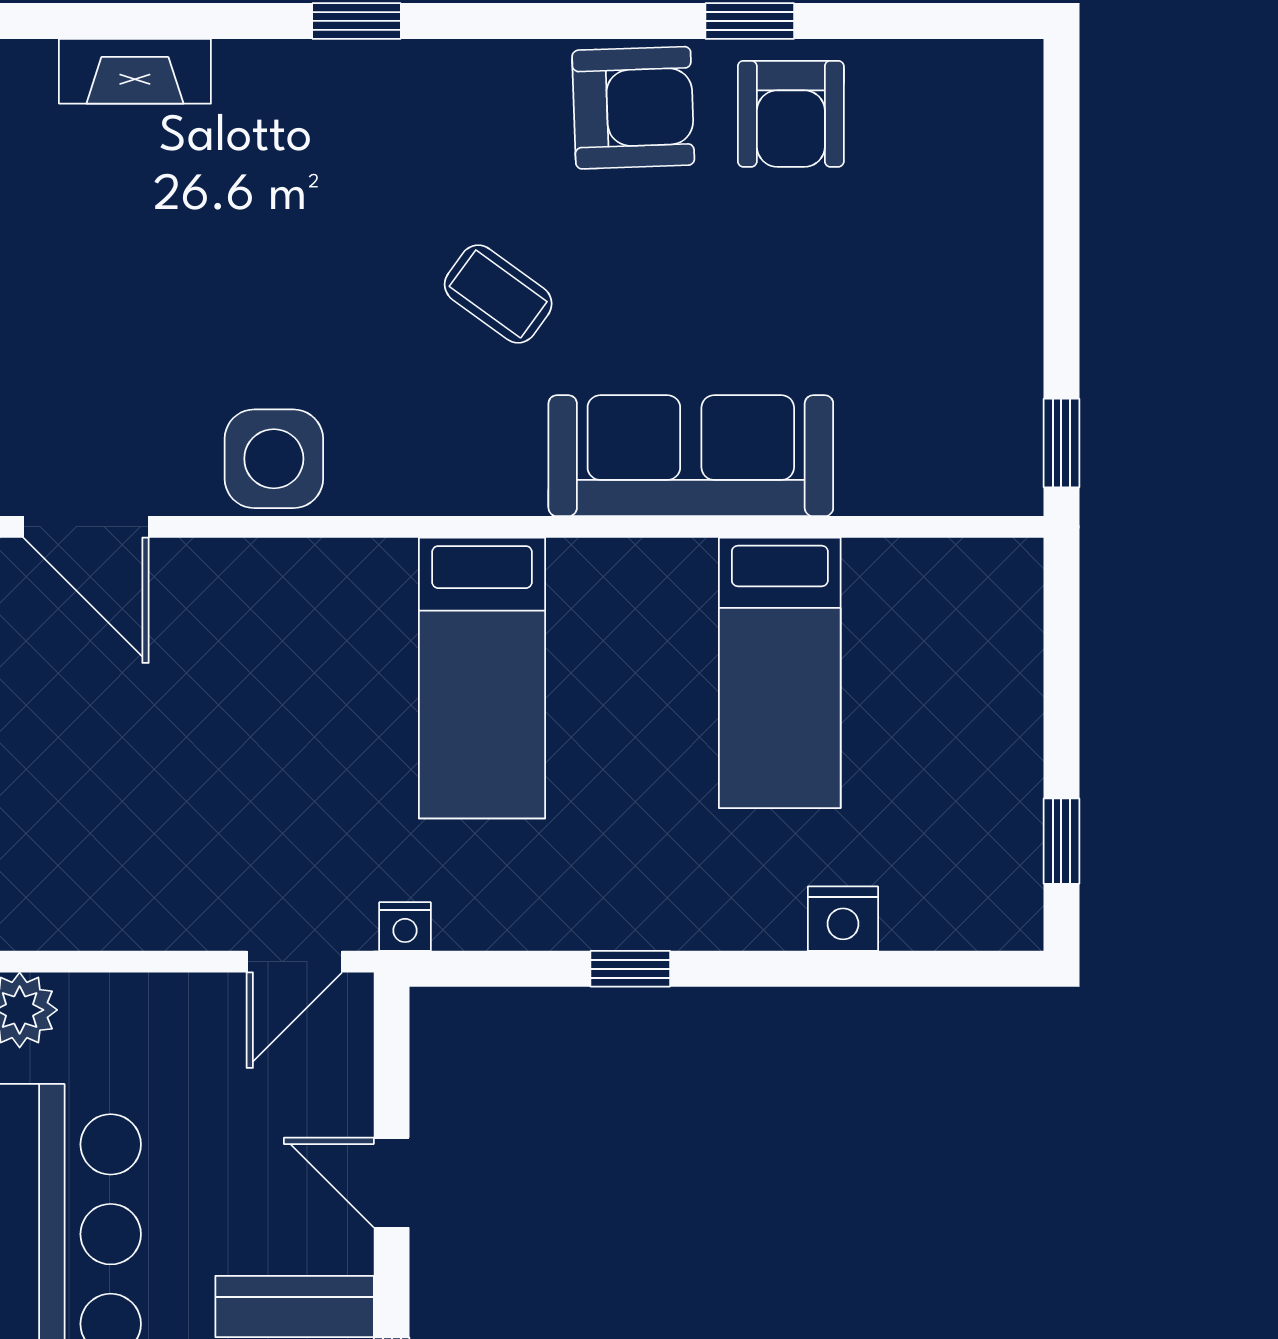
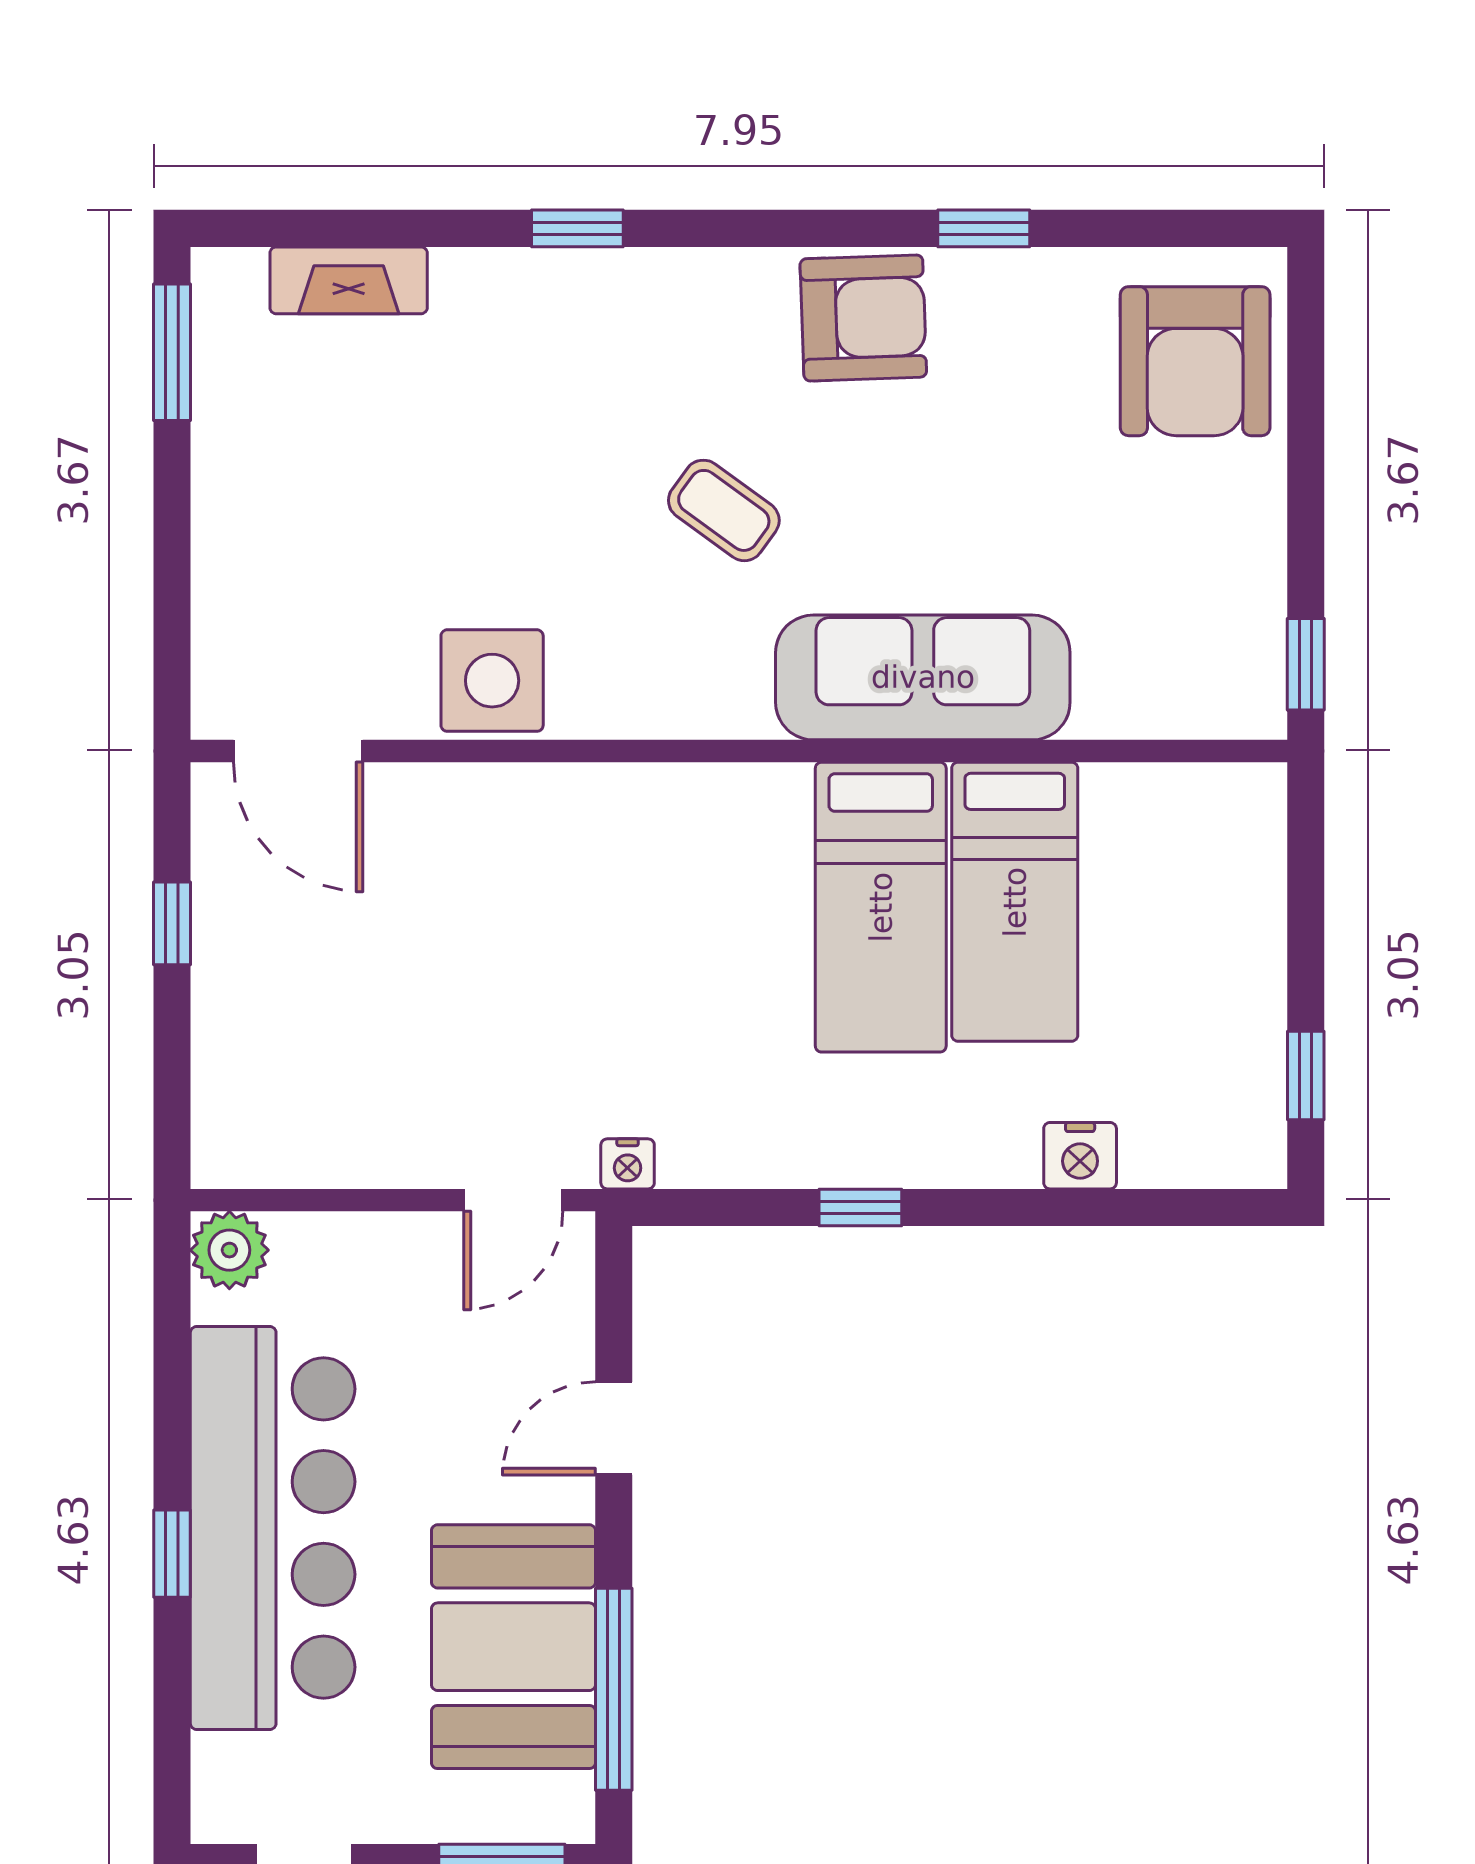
armchair: (791, 114) -> (1195, 361), moved, width x1.36, depth x1.36
bed: (482, 678) -> (881, 907), moved
door: (392, 1183) -> (614, 1428), hinge flipped

